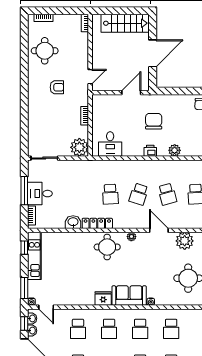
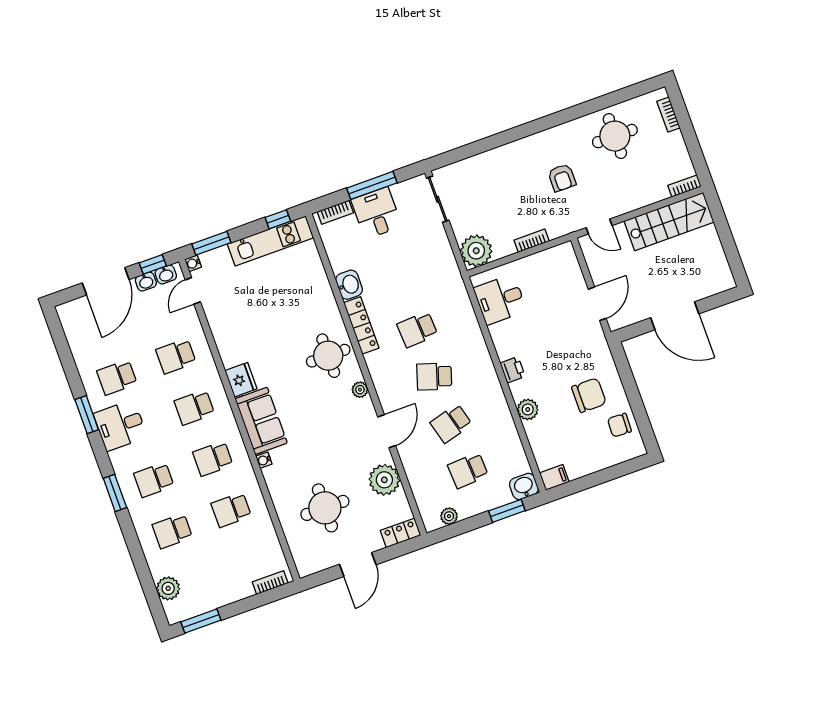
stairs: (125, 23) -> (669, 221), moved, turned -90
door: (131, 93) -> (597, 304), hinge flipped
chair: (154, 121) -> (589, 395), moved

